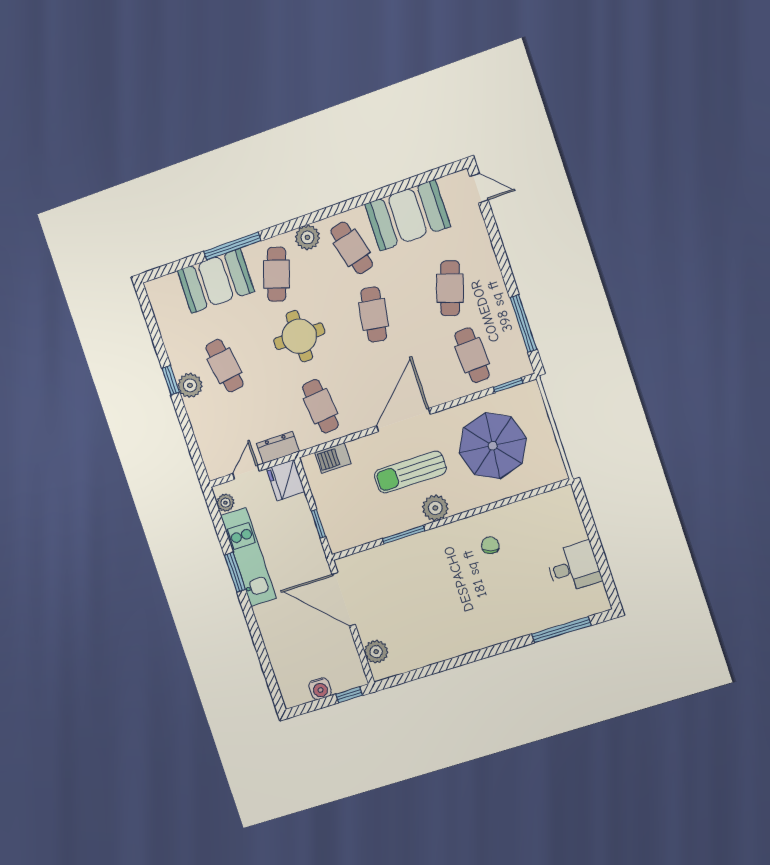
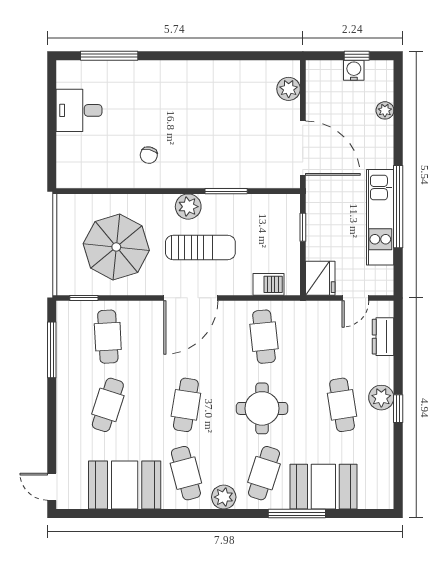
dresser: (278, 448) -> (383, 337), moved, turned 90
plant: (225, 503) -> (385, 110), moved
window: (235, 572) -> (398, 207), width x2.11
window: (349, 695) -> (357, 56), moved

